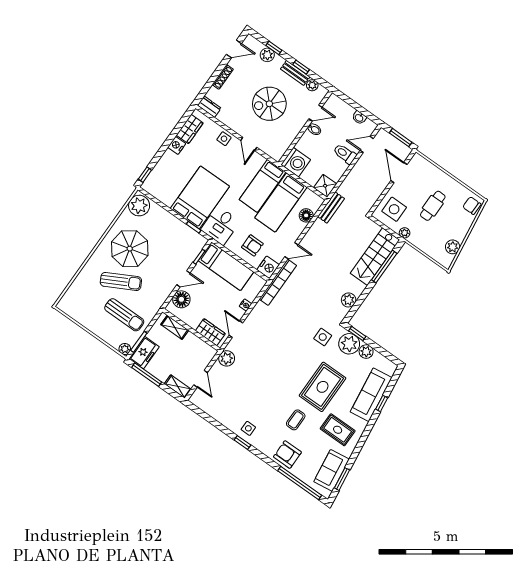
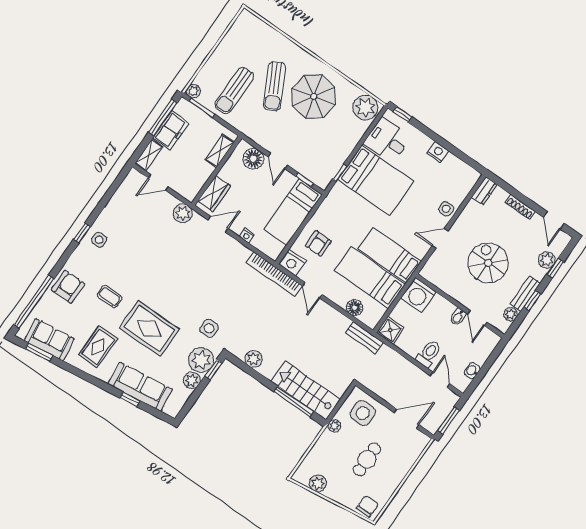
wardrobe: (190, 129) -> (457, 168), removed
cafe table: (433, 206) -> (367, 459), turned 90
desk: (220, 226) -> (387, 140), moved
freezer: (144, 353) -> (171, 130), moved, turned -90

